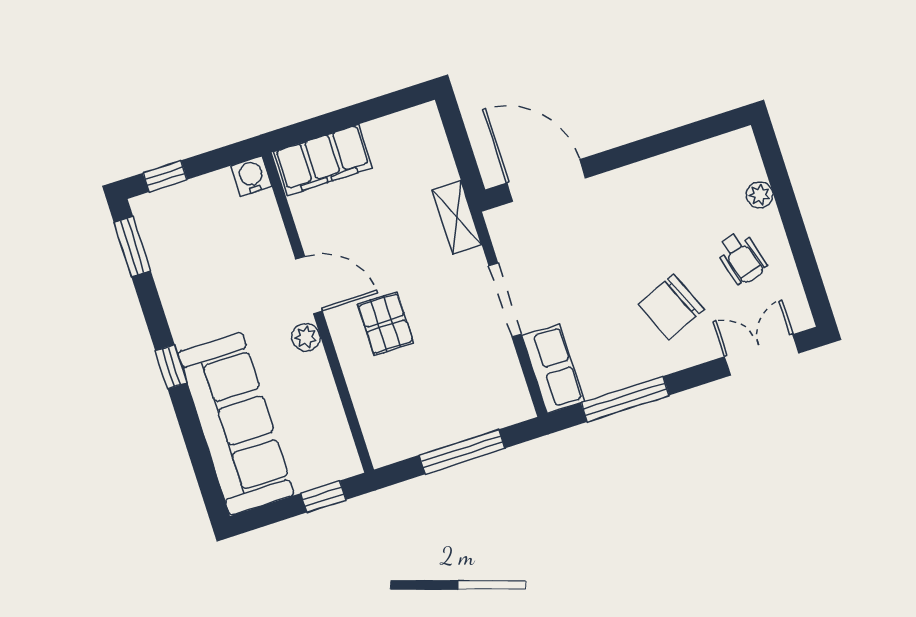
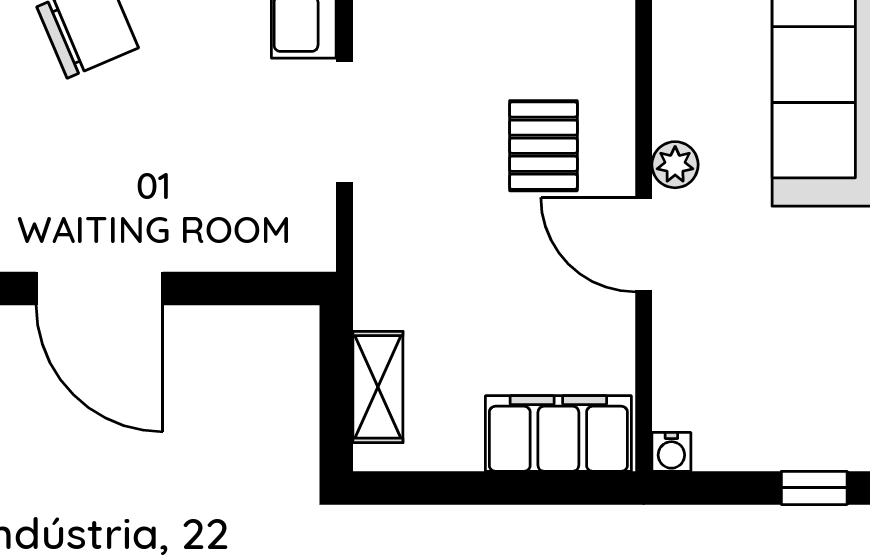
water cooler: (251, 176) -> (671, 452), width x0.72, depth x0.72
door: (546, 180) -> (100, 288), moved
shelving: (457, 217) -> (378, 387), moved

